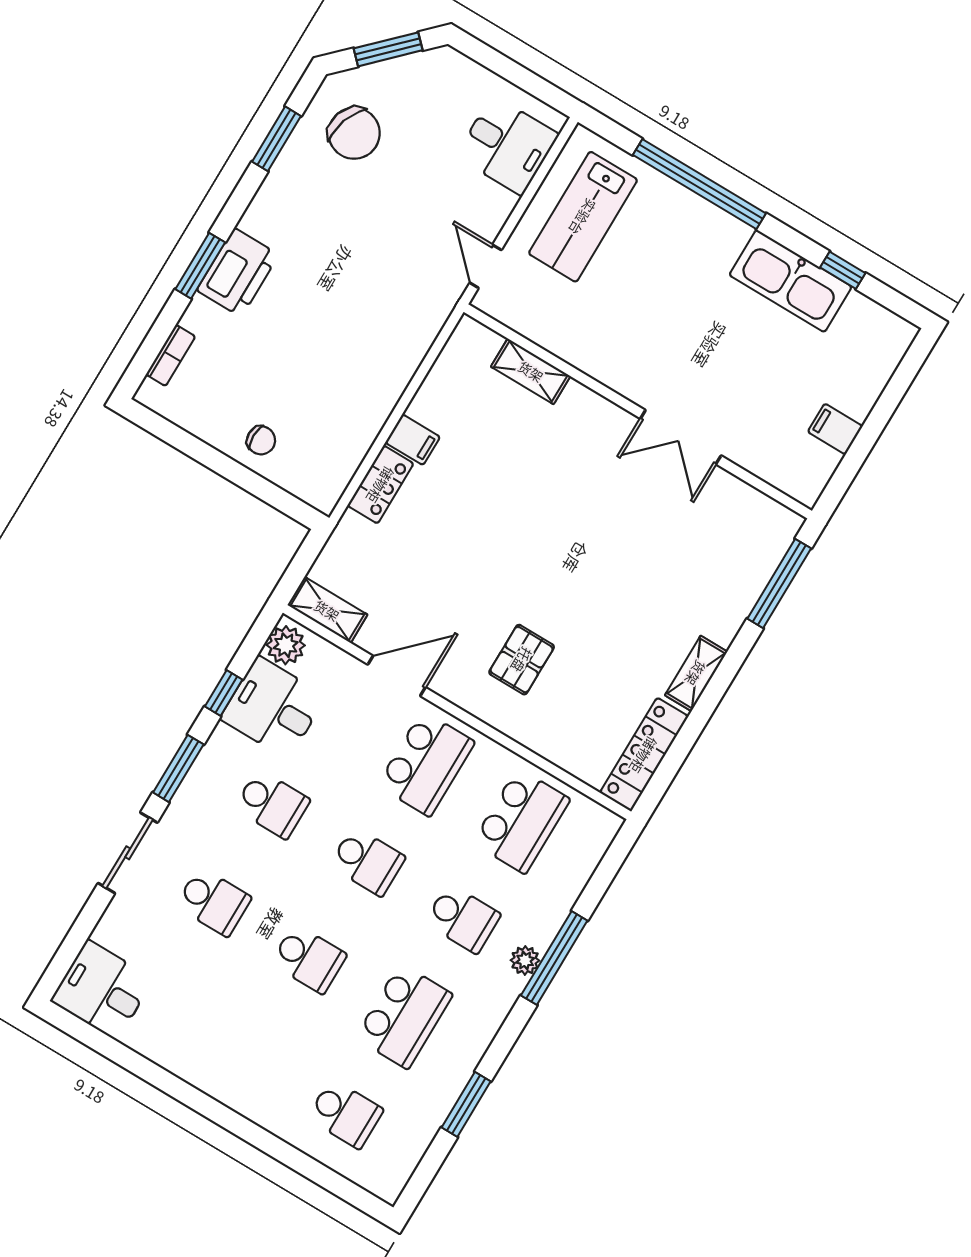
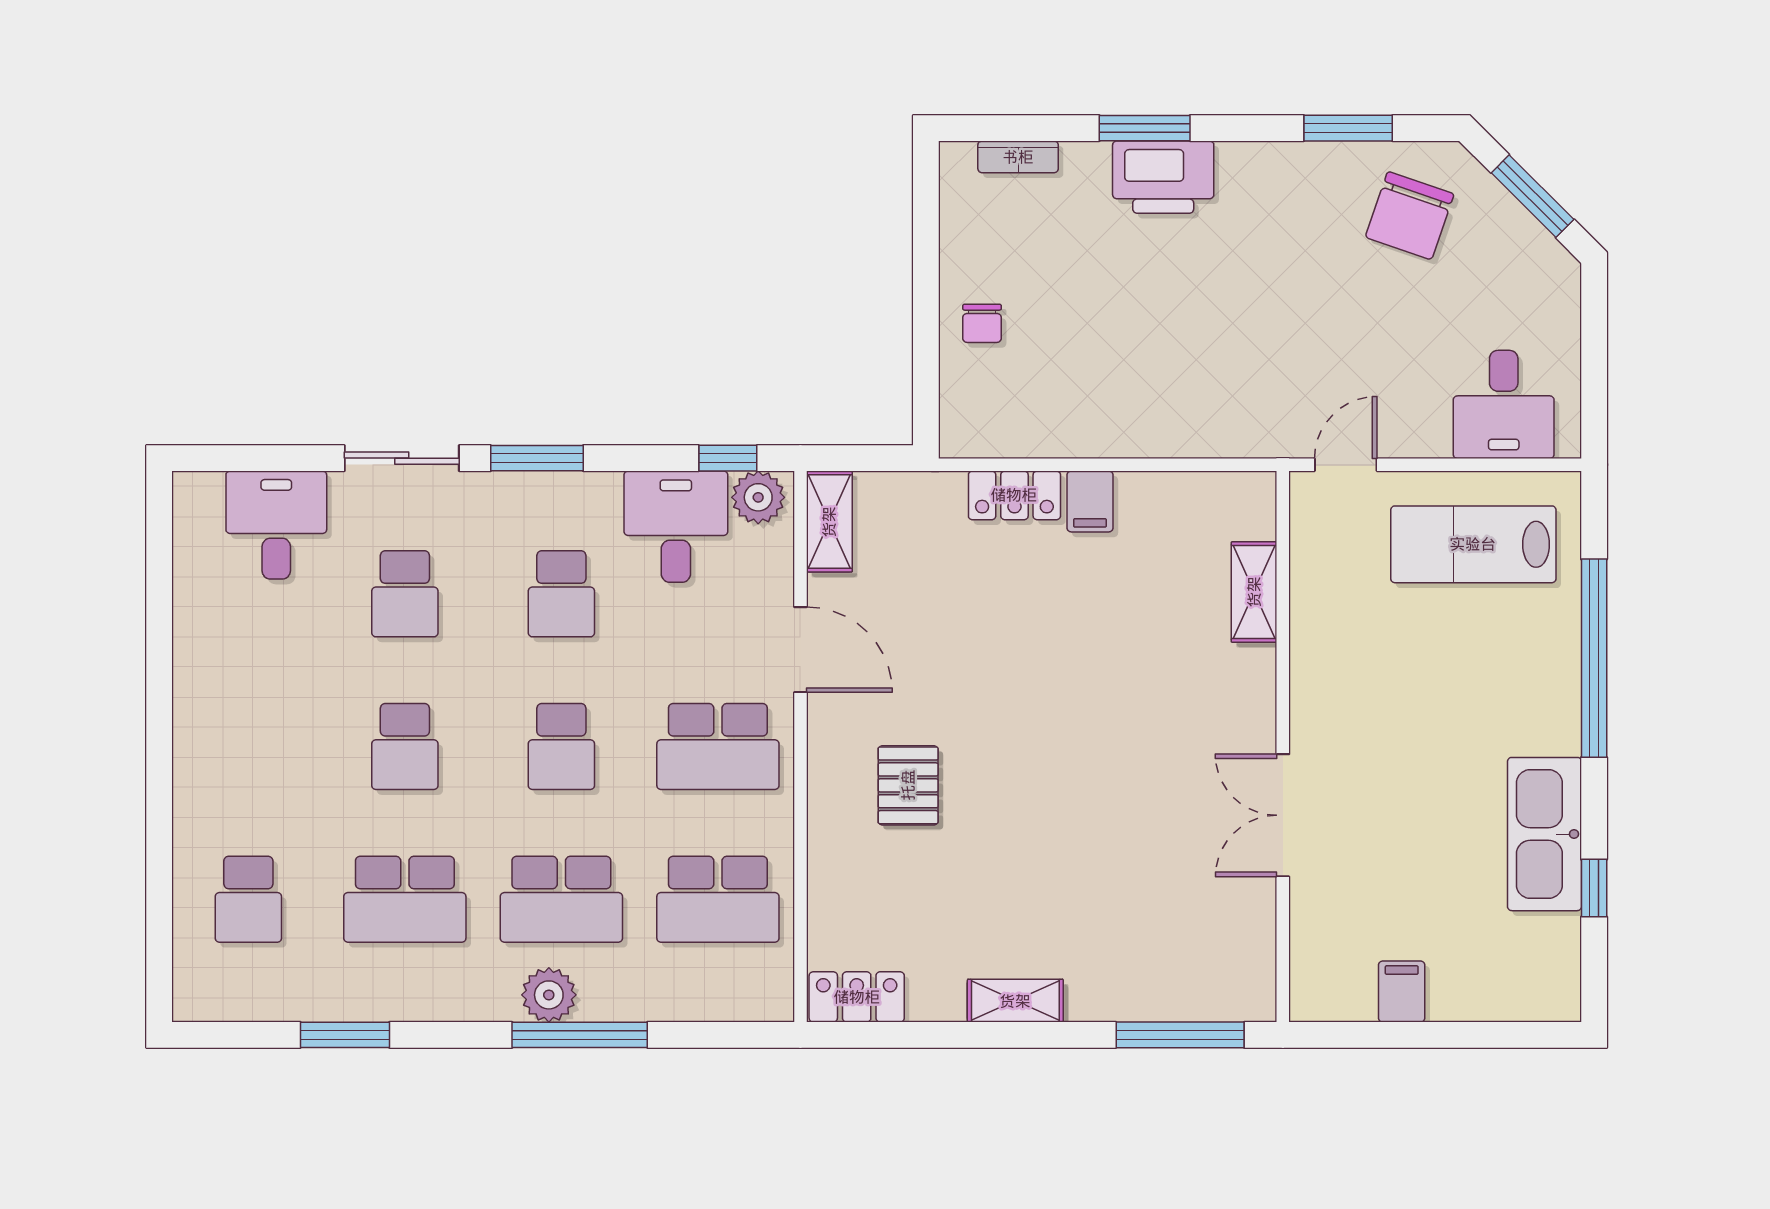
pallet: (522, 660) -> (908, 785), turned 90
window: (224, 693) -> (728, 458), moved
locker: (644, 755) -> (857, 997), width x0.66
school desk: (463, 919) -> (561, 899), width x1.85
plant: (525, 960) -> (549, 995), width x1.38, depth x1.38
desk: (102, 990) -> (276, 525), moved

